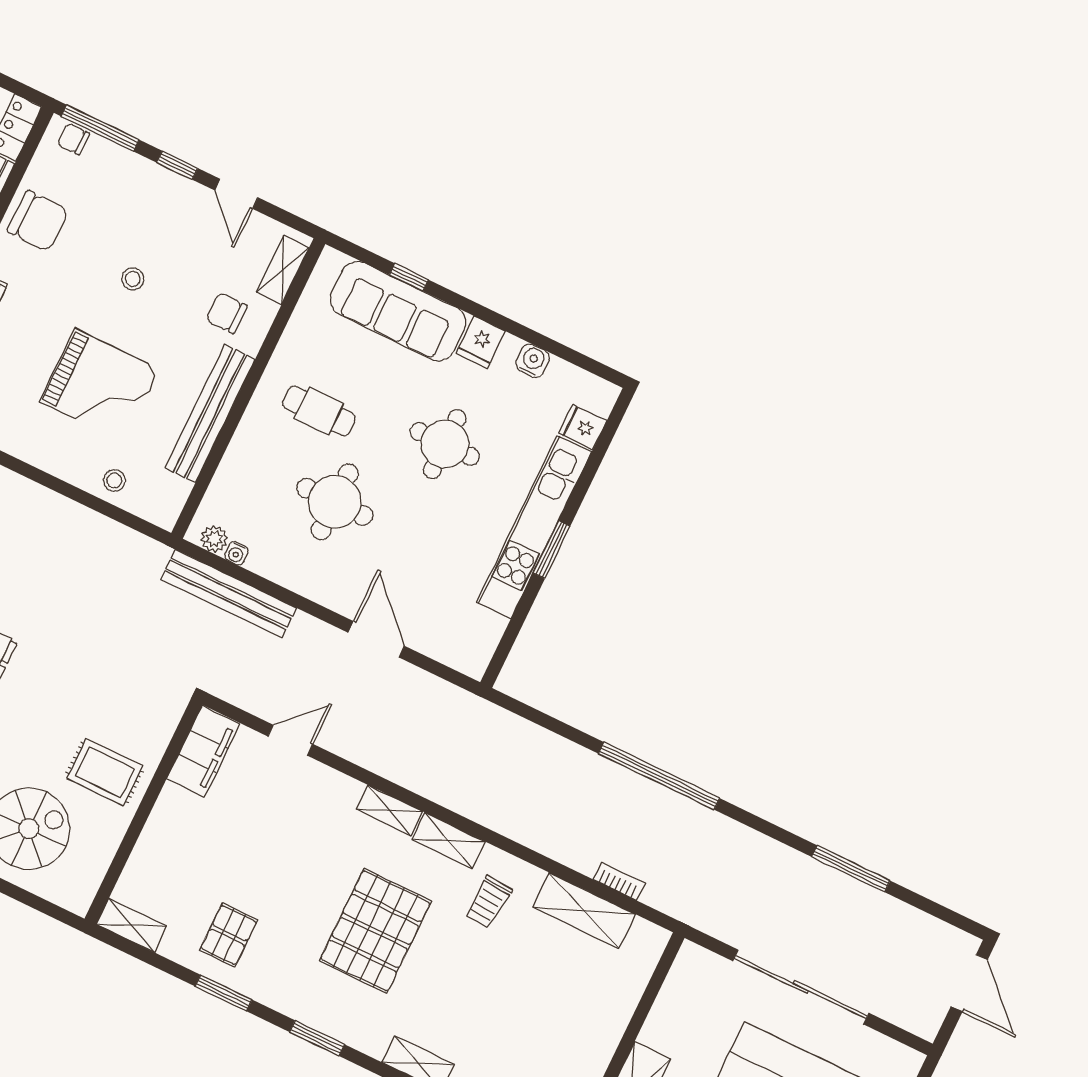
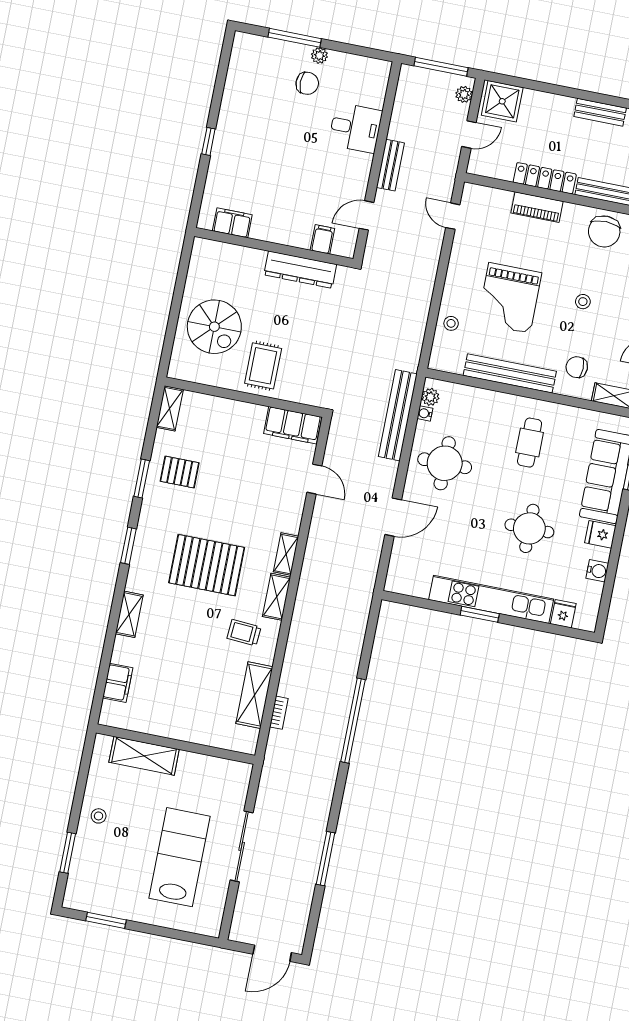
chair: (226, 313) -> (577, 367), turned -90
round table: (335, 502) -> (445, 463), moved
sliding door: (801, 987) -> (242, 846), width x0.73

